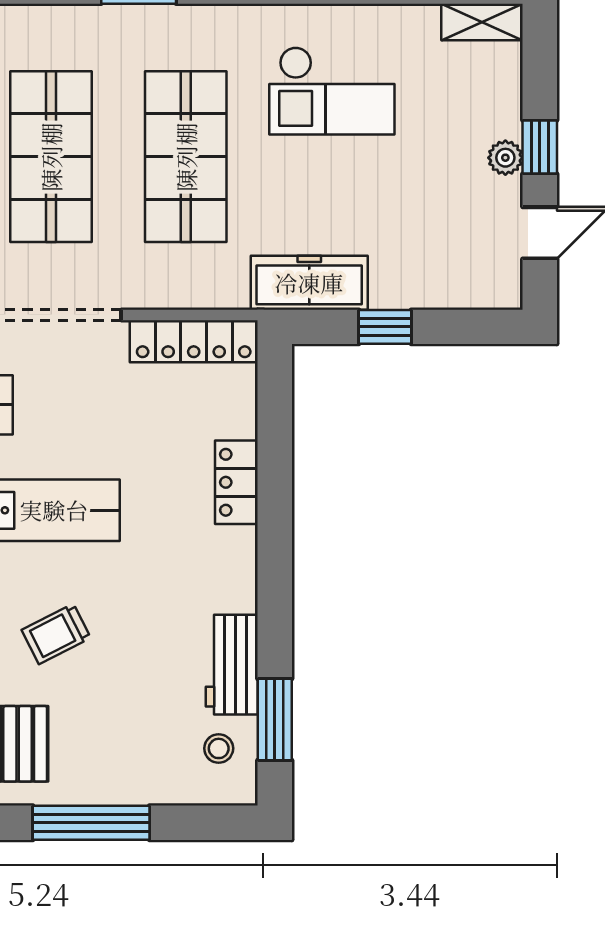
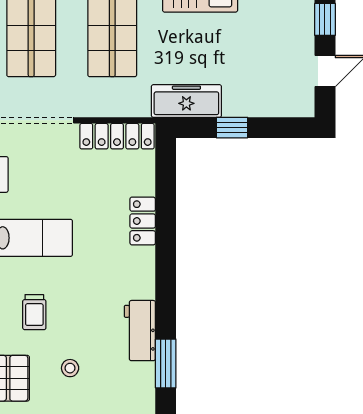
plant: (505, 158) -> (304, 26), removed
trolley: (56, 634) -> (34, 312), turned -63
stool: (219, 748) -> (70, 368), moved

